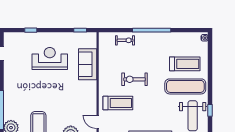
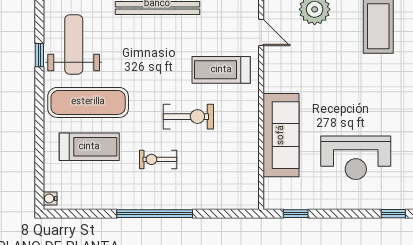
exercise bike: (125, 40) -> (158, 159), moved
sofa: (88, 64) -> (281, 135), width x1.36
treadmill: (185, 64) -> (89, 147), turned 180

